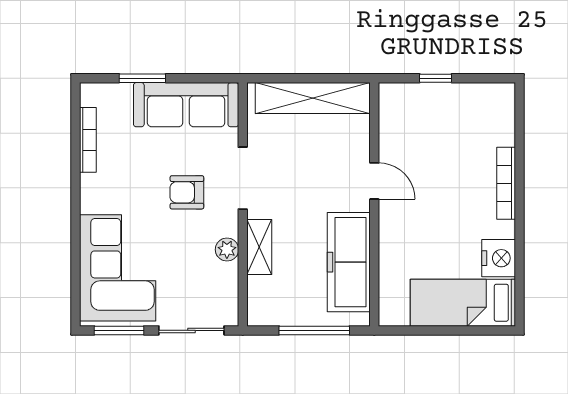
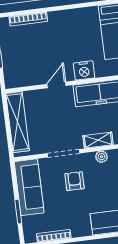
bookcase: (506, 183) -> (28, 19), moved
armchair: (187, 192) -> (74, 181), turned 180
nightstand: (499, 258) -> (84, 70), moved, turned 180

